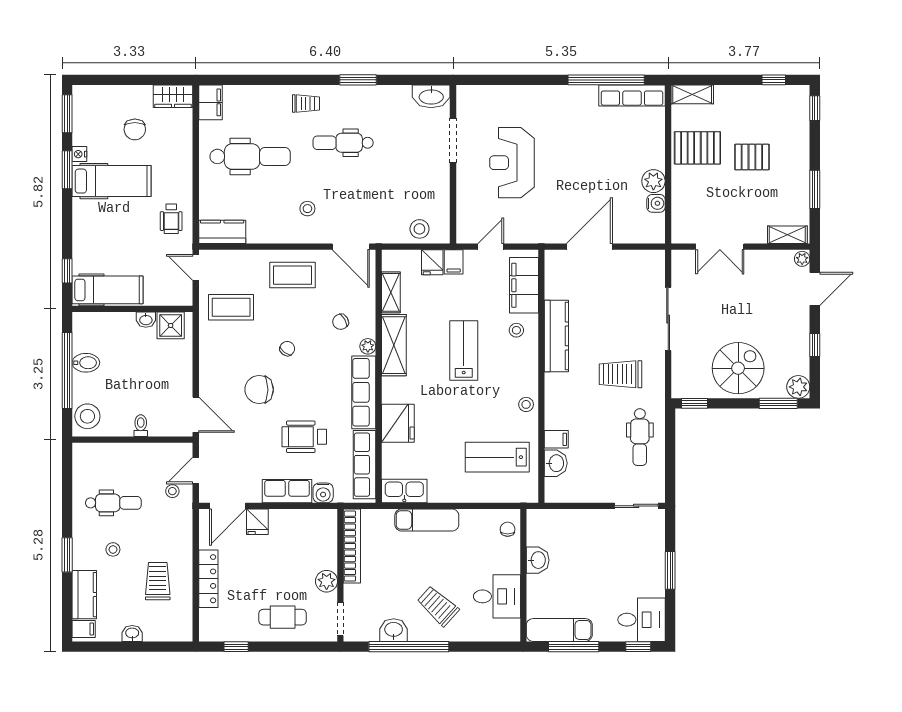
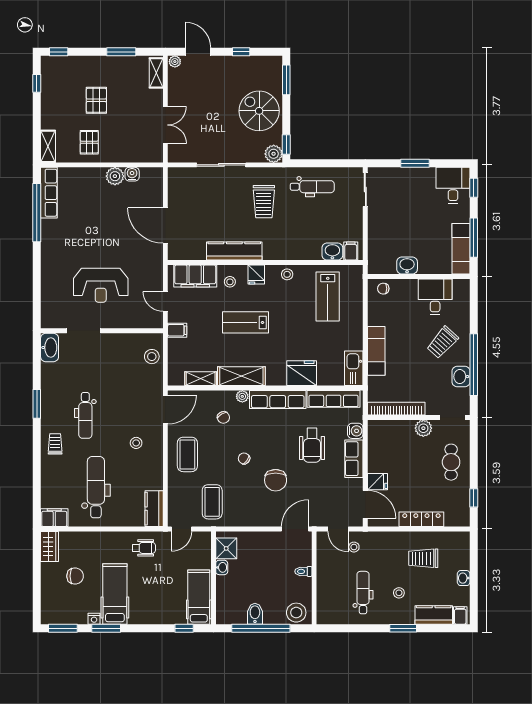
pallet: (697, 148) -> (89, 142), width x0.67, depth x0.71
fridge: (432, 262) -> (256, 275), moved, turned 90
plant: (798, 387) -> (274, 154), moved
filing cabinet: (556, 439) -> (351, 251), moved

